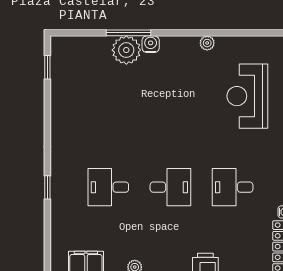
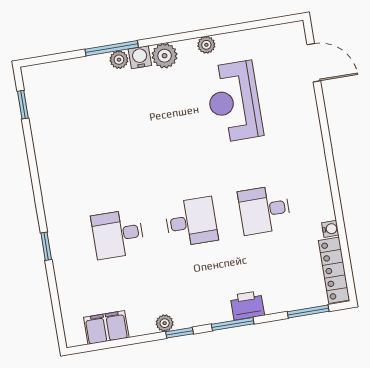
plant: (171, 46) -> (165, 56), added
plant: (126, 50) -> (119, 60), width x0.53, depth x0.53
reception desk: (247, 96) -> (234, 102), moved

